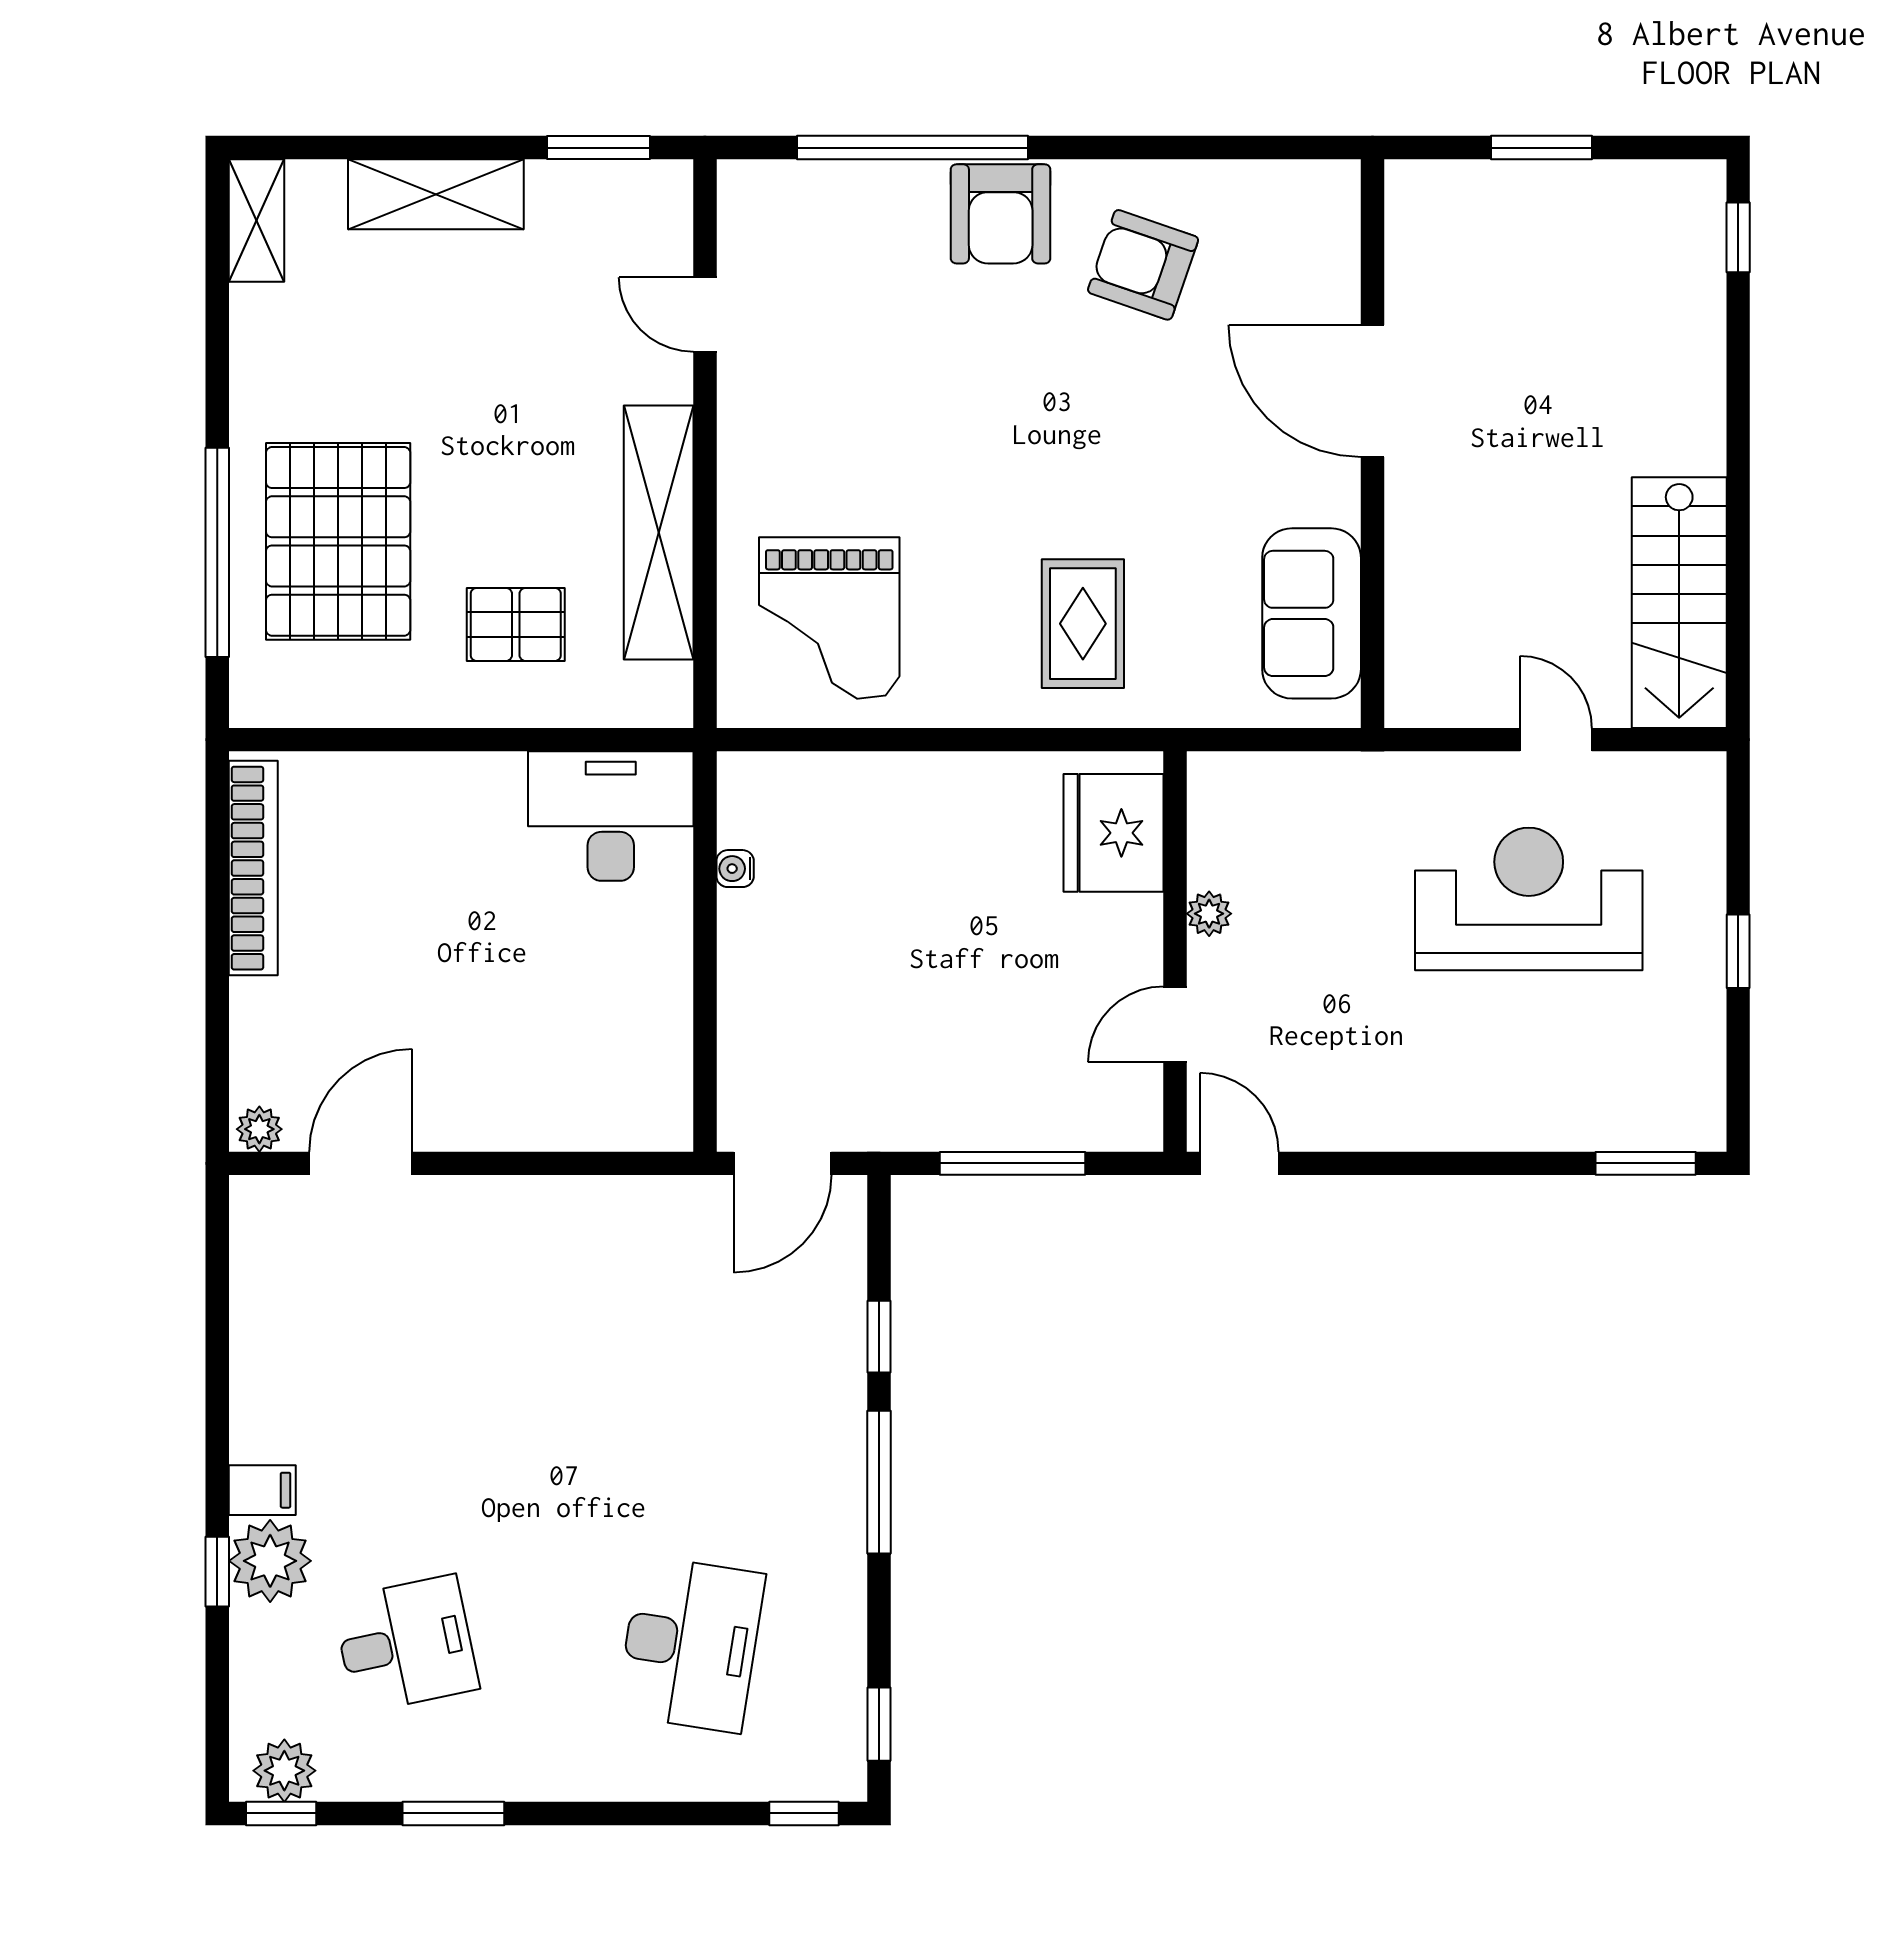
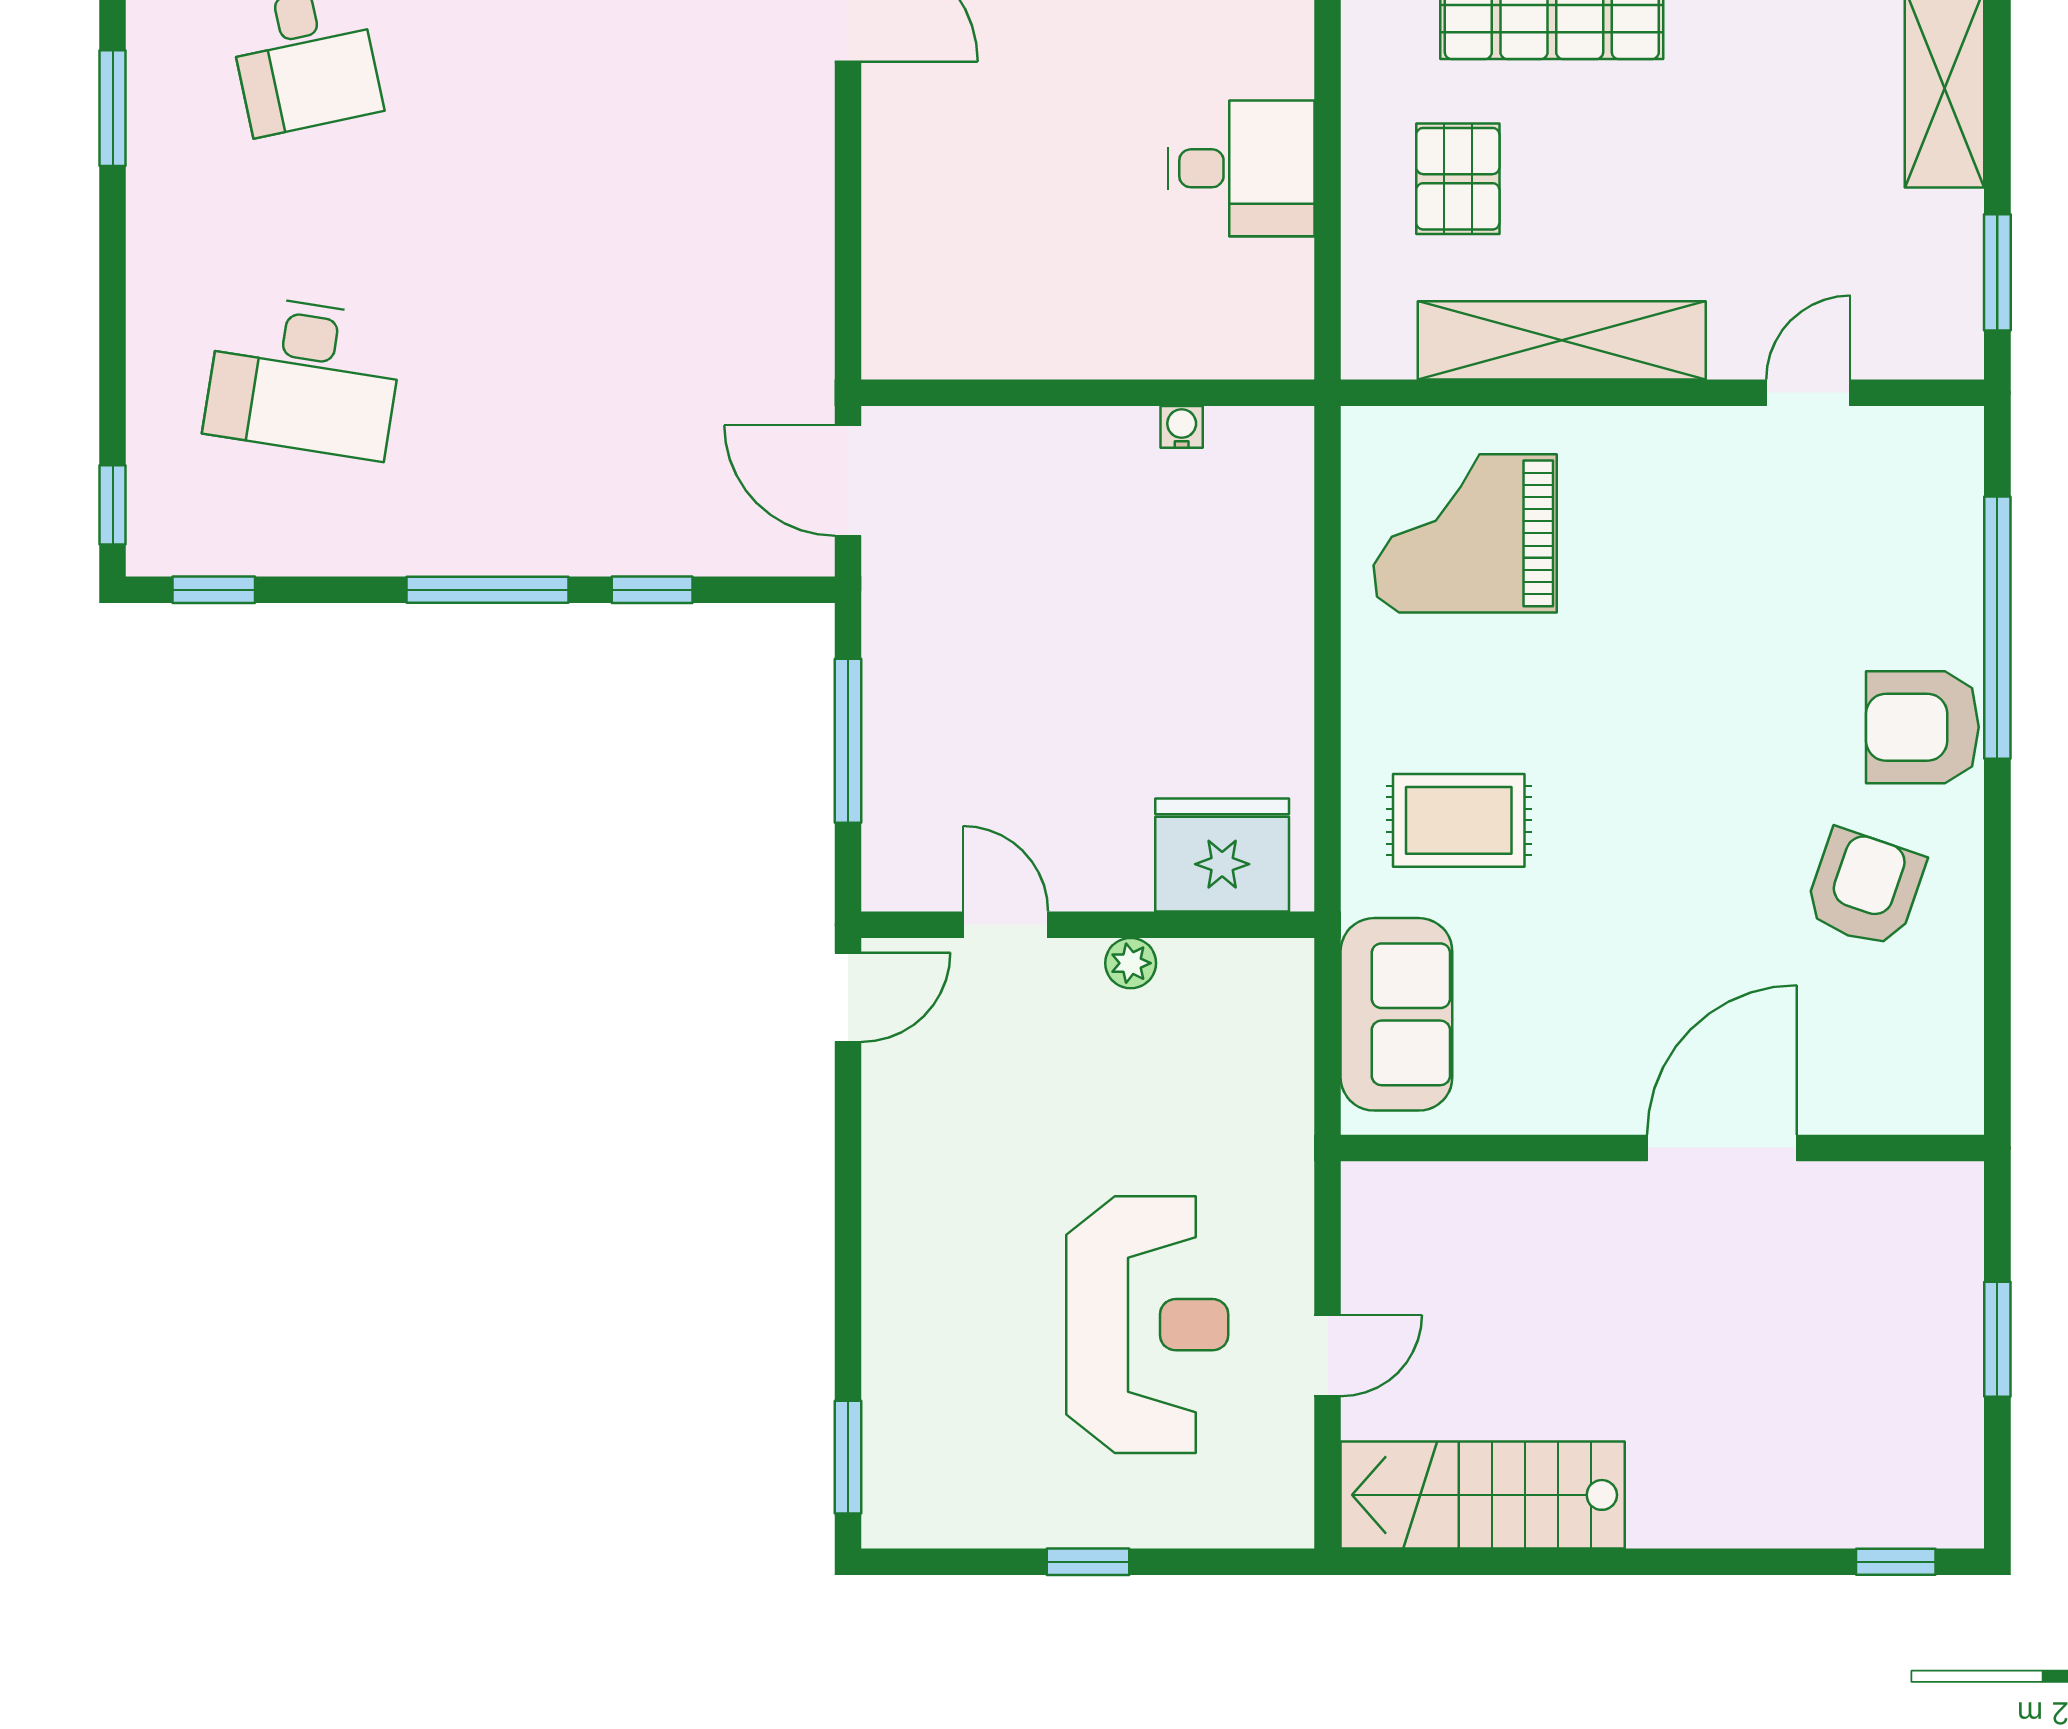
sofa: (1312, 613) -> (1396, 1014), moved, turned 90
desk: (611, 816) -> (1241, 168), moved, width x0.73

